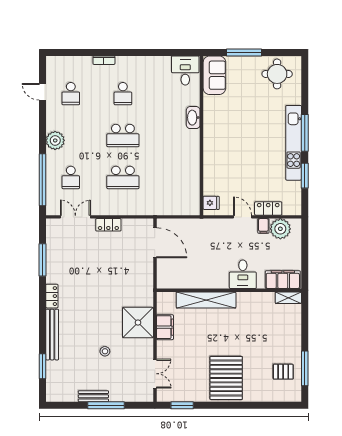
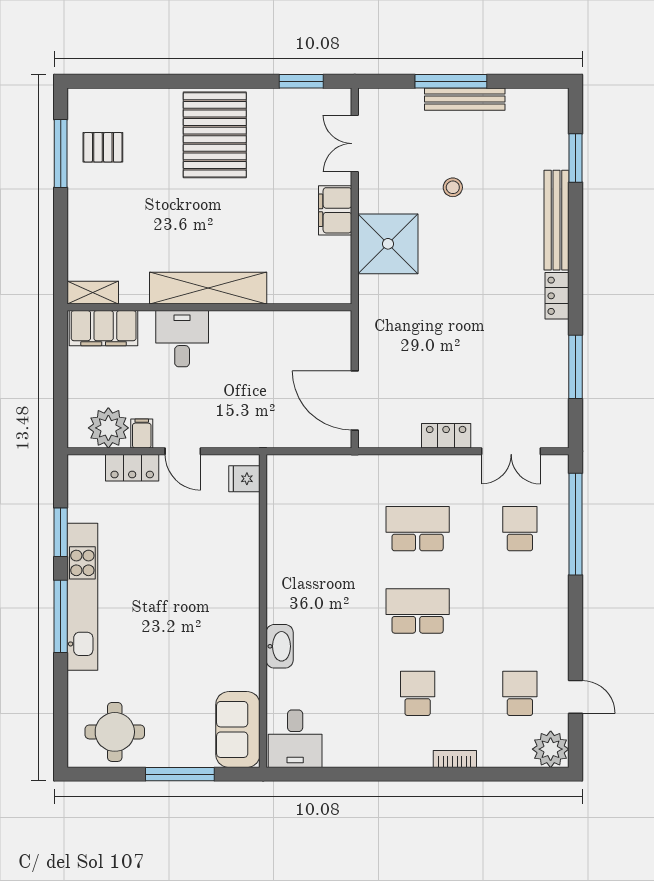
plant: (55, 140) -> (551, 749), moved
shelving: (206, 300) -> (208, 288), moved
filing cabinet: (165, 327) -> (335, 210), moved
bench: (93, 396) -> (465, 99), width x1.36

